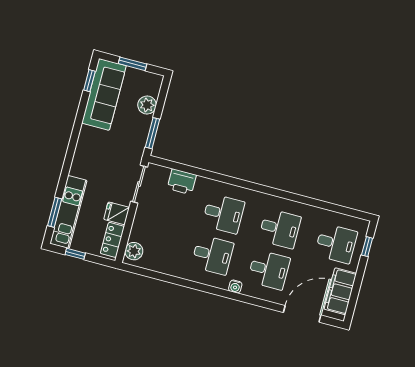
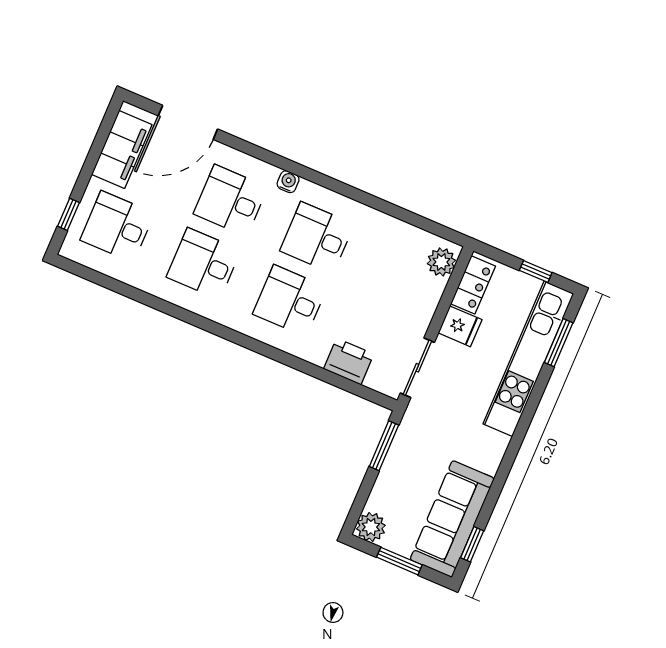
plant: (147, 105) -> (371, 527), moved
kitchen unit: (68, 212) -> (528, 359), width x1.36

